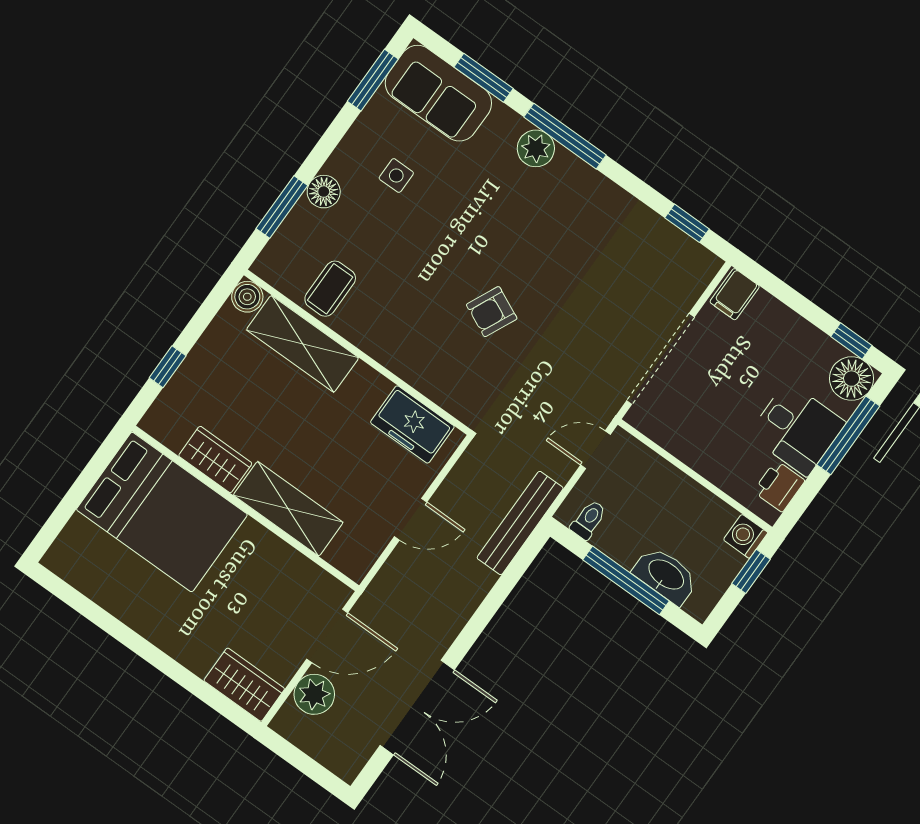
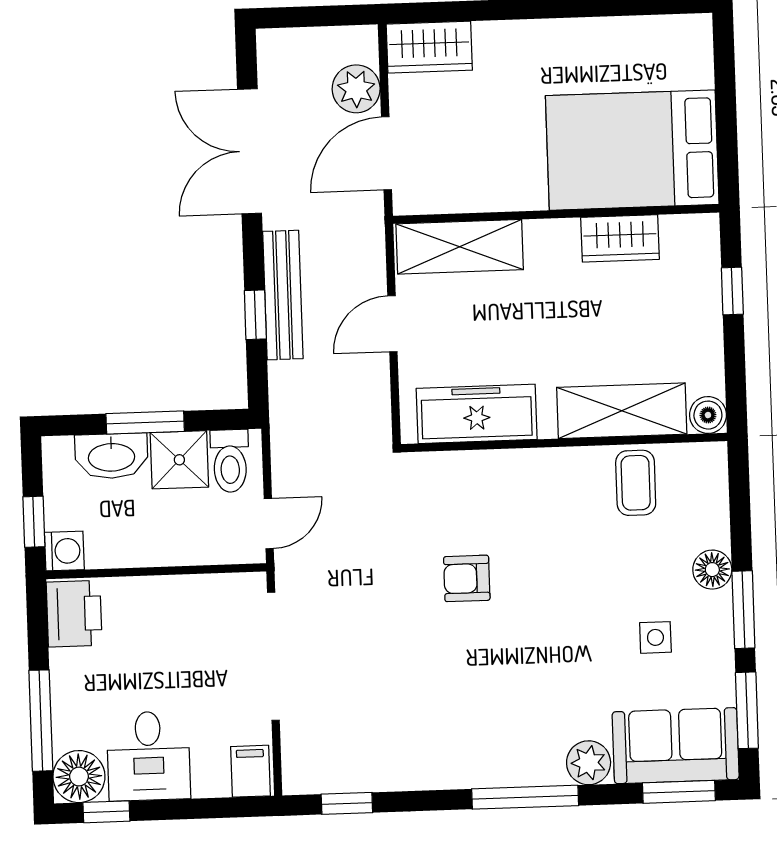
window: (484, 78) -> (679, 792), moved
plant: (536, 148) -> (589, 763), moved
window: (282, 207) -> (743, 610), moved
armchair: (492, 312) -> (467, 578), turned -115
freezer: (412, 424) -> (477, 414), width x1.40
desk: (797, 429) -> (148, 756), moved, turned -90
printer: (779, 486) -> (74, 614), width x1.36, depth x1.24
shelving: (288, 509) -> (460, 247), moved
toilet: (588, 520) -> (230, 461), width x1.37, depth x1.39
bench: (520, 523) -> (283, 295), moved
shower: (622, 538) -> (179, 460), added
window: (626, 580) -> (145, 422), width x0.69
window: (497, 596) -> (255, 315), added

